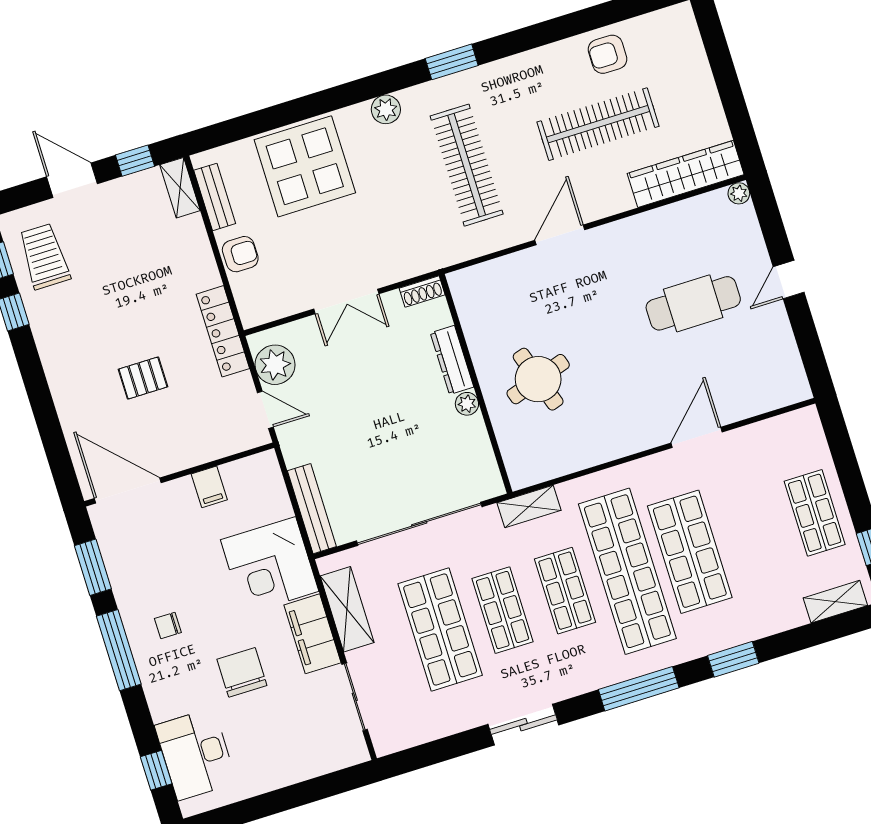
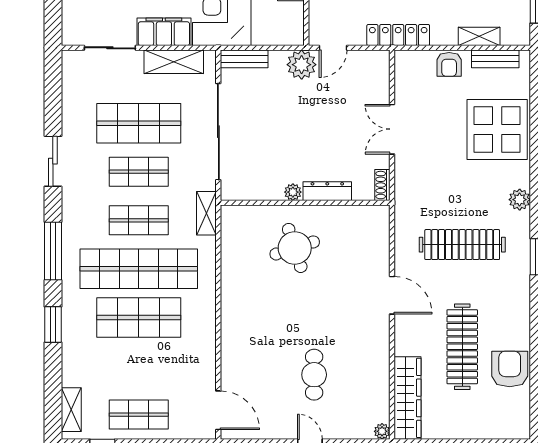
armchair: (607, 54) -> (510, 369), width x1.38, depth x1.38
shelving: (180, 188) -> (479, 36), moved
cafe table: (693, 303) -> (314, 375), width x0.73, depth x0.74
plant: (275, 365) -> (302, 65), moved
door: (697, 437) -> (218, 410), moved
bench: (312, 509) -> (244, 59), width x0.73

